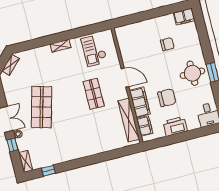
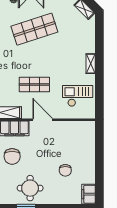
door: (125, 78) -> (43, 120), swing flipped
shop shelf: (41, 107) -> (34, 29), turned -33

